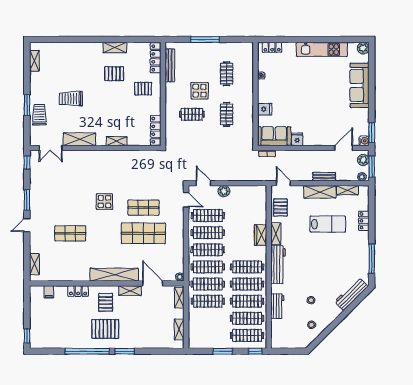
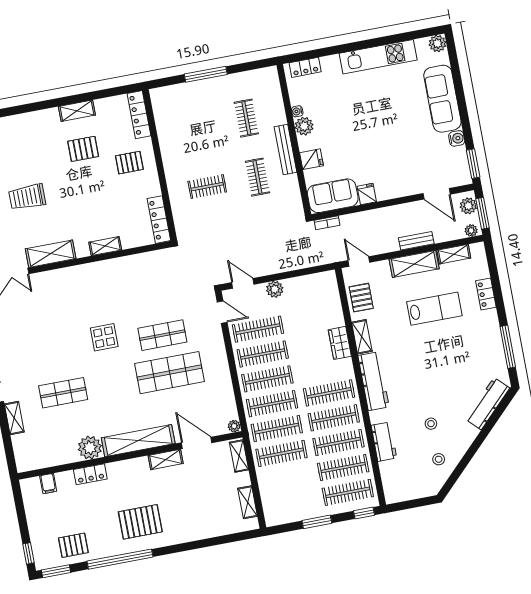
bench: (170, 65) -> (285, 150), moved
plant: (264, 86) -> (304, 126), added
display table: (200, 91) -> (212, 150), removed
water cooler: (364, 141) -> (457, 138), moved
door: (344, 148) -> (437, 194), swing flipped
shelving: (35, 264) -> (14, 418), moved
plant: (81, 273) -> (90, 448), added
pallet: (106, 302) -> (73, 545), moved, turned 90
window: (125, 351) -> (56, 571), moved

